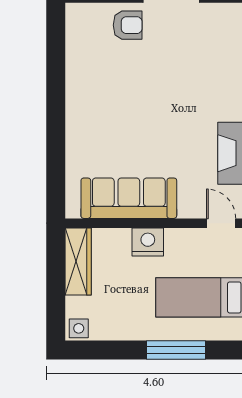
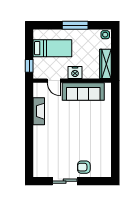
door: (221, 223) -> (54, 81), moved
window: (176, 350) -> (75, 25), moved

